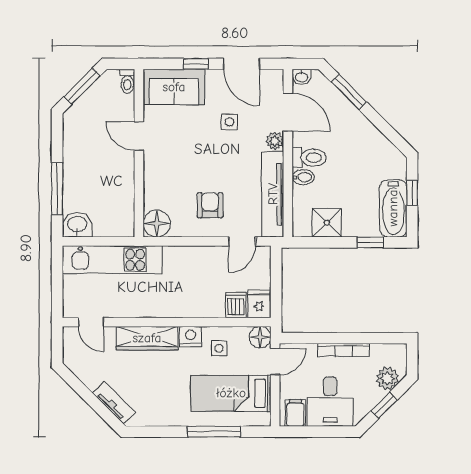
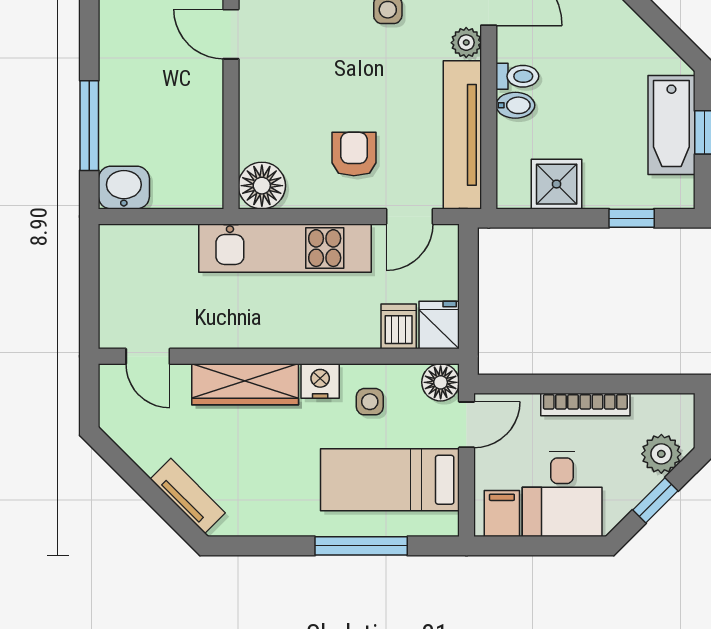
toilet: (309, 158) -> (517, 76), width x0.73, depth x0.72
bathtub: (393, 208) -> (671, 125), moved
kitchen unit: (112, 260) -> (285, 248), moved

